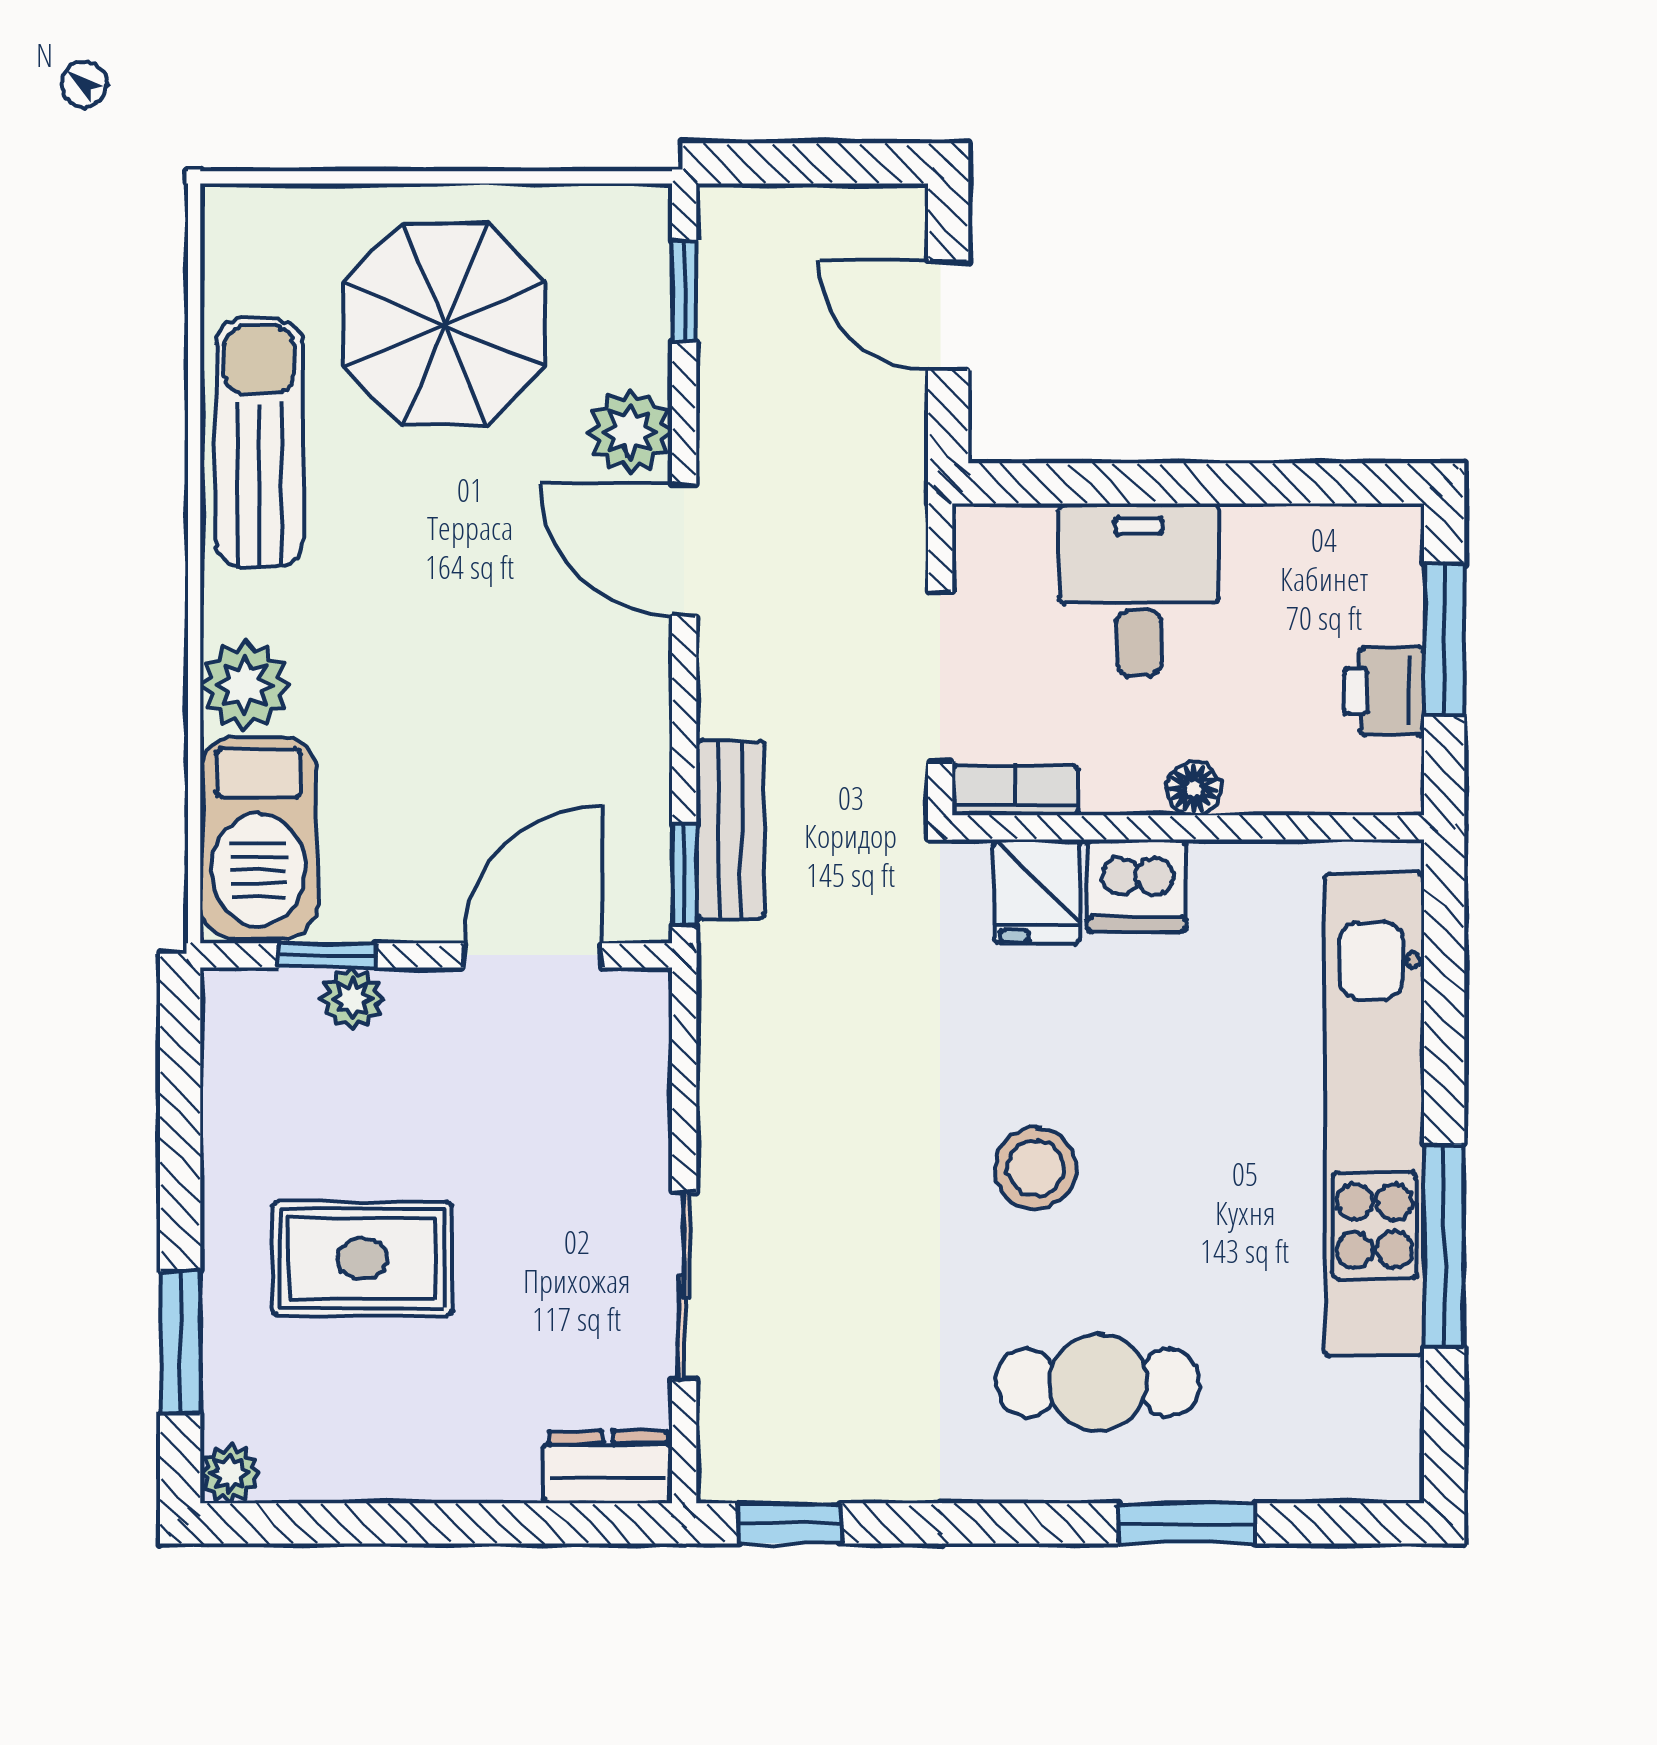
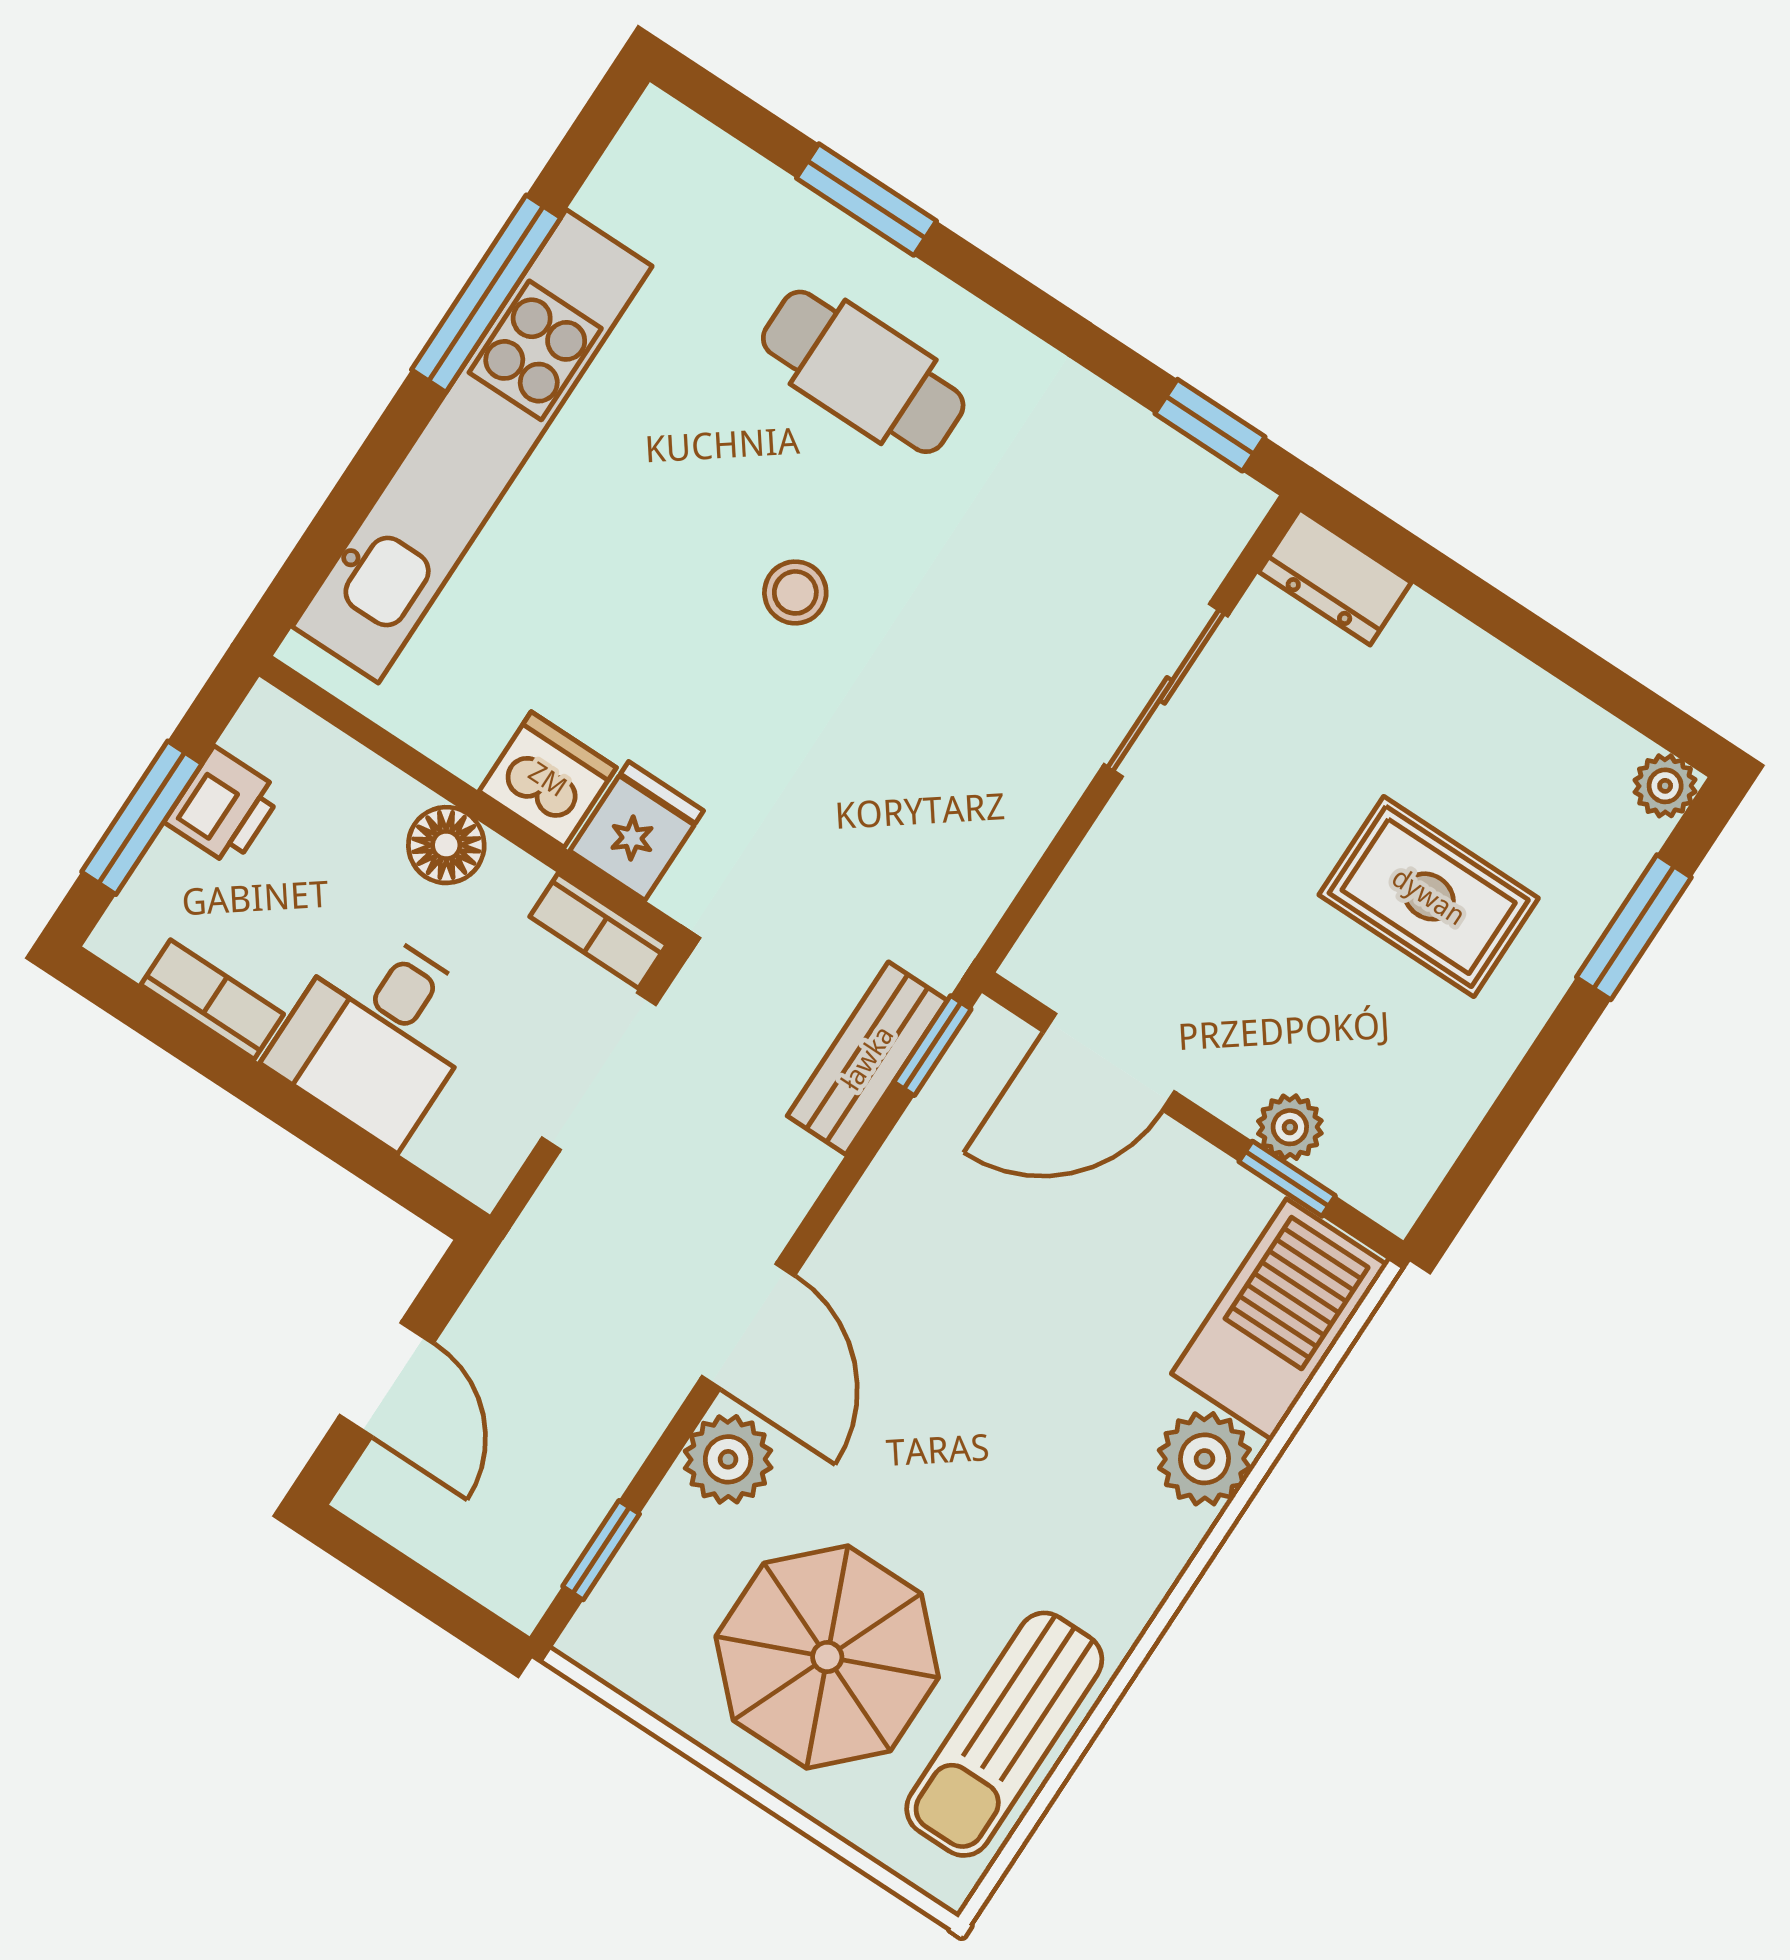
sun lounger: (259, 443) -> (1004, 1734), moved
bookcase: (1291, 530) -> (212, 1000), added
floor lamp: (1194, 789) -> (446, 845), width x1.37, depth x1.37
stool: (1036, 1168) -> (795, 592), width x0.73, depth x0.73

